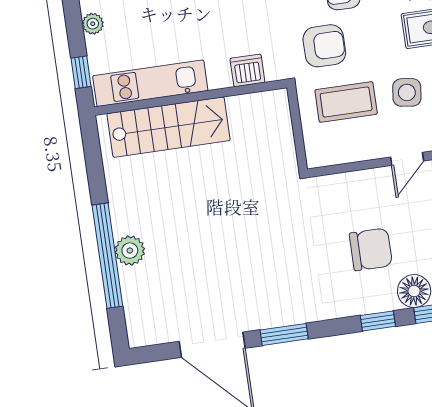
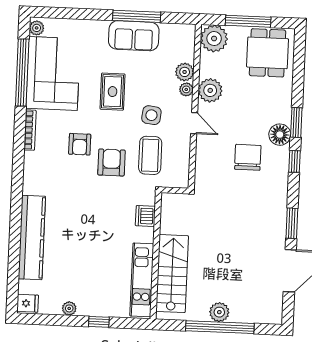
dishwasher: (247, 70) -> (145, 216), moved
kitchen unit: (150, 83) -> (142, 280), moved
wall: (191, 97) -> (156, 256), moved
stairs: (168, 127) -> (172, 274), moved

